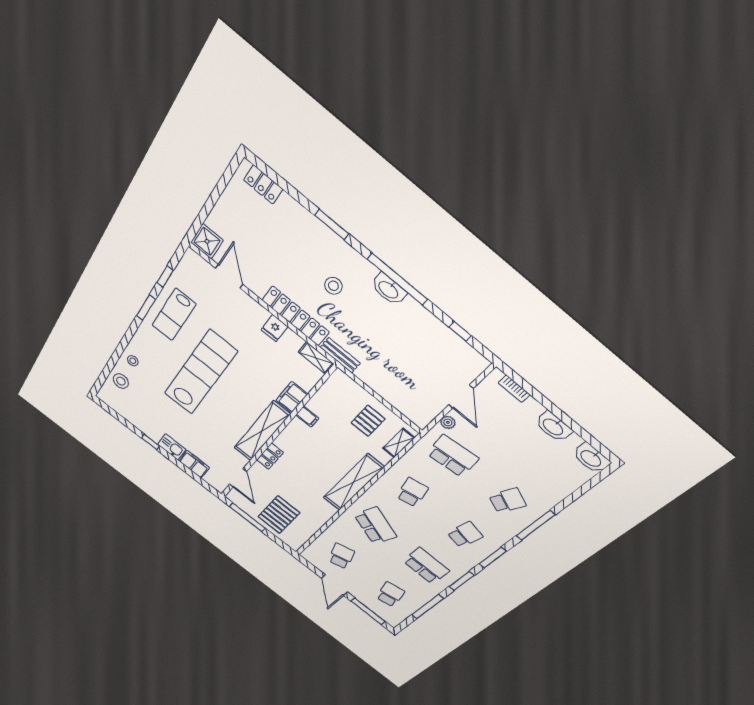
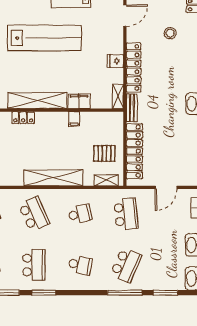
stool: (333, 286) -> (170, 33), moved
locker: (391, 392) -> (134, 151), added
plant: (448, 422) -> (144, 194), removed
school desk: (507, 501) -> (126, 265), width x1.85
school desk: (375, 526) -> (34, 214), turned -45
window: (493, 558) -> (165, 293), moved

